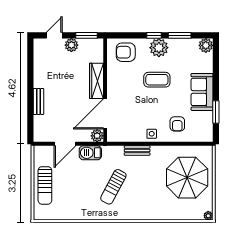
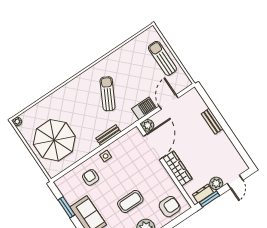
dresser: (89, 44) -> (203, 193), added

